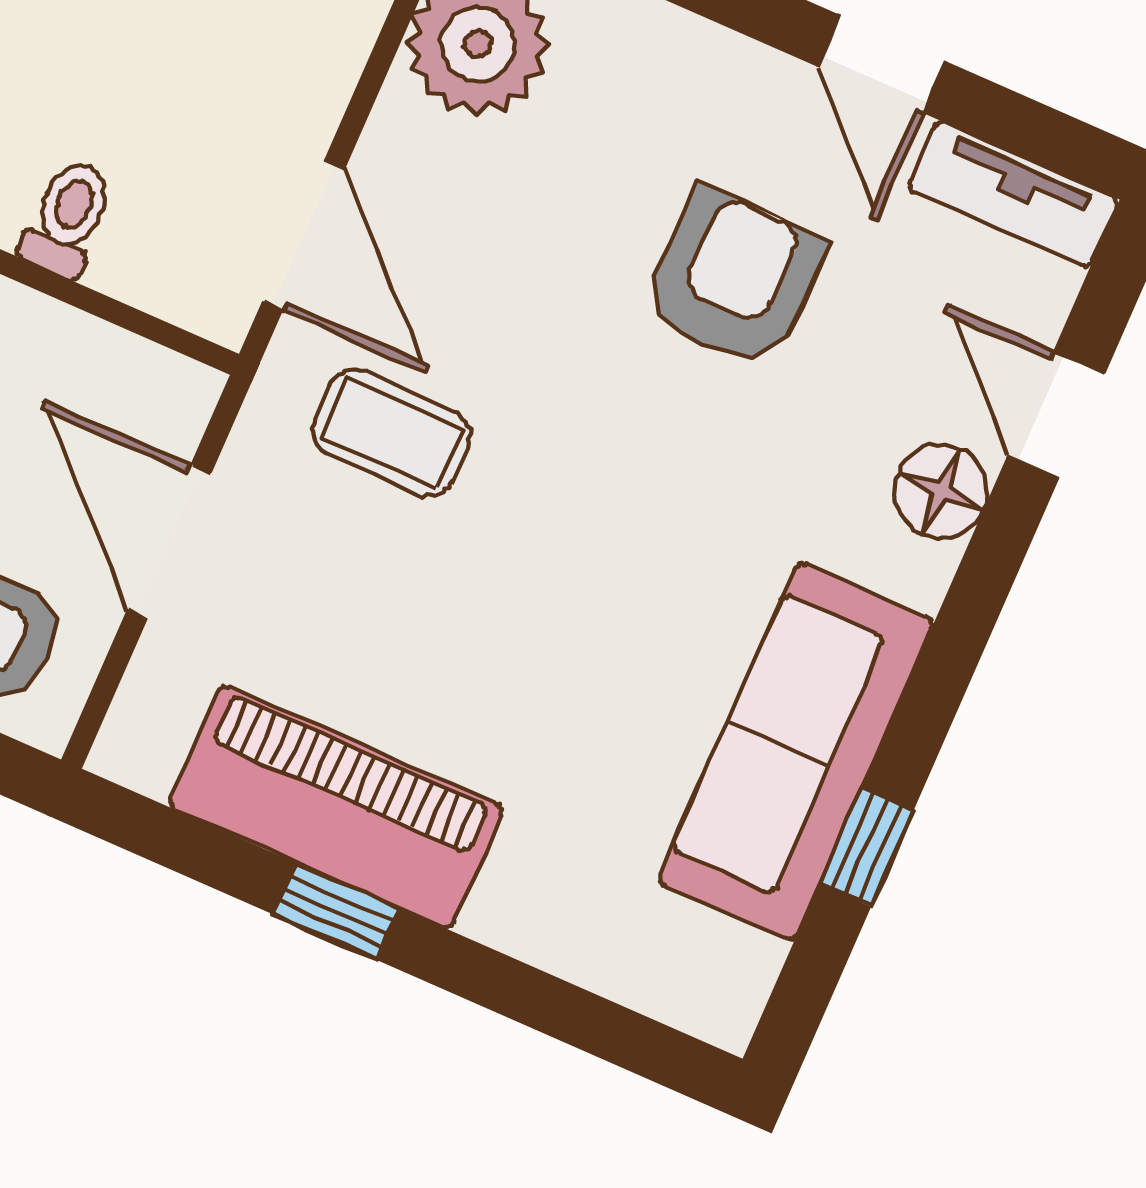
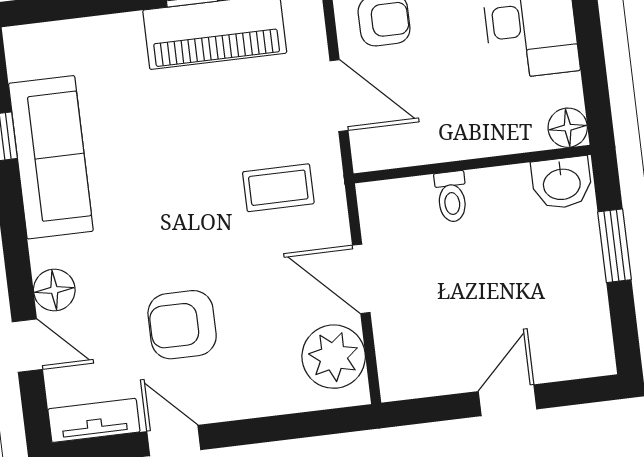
door: (304, 235) -> (361, 279), moved
armchair: (734, 278) -> (182, 325), turned 89

